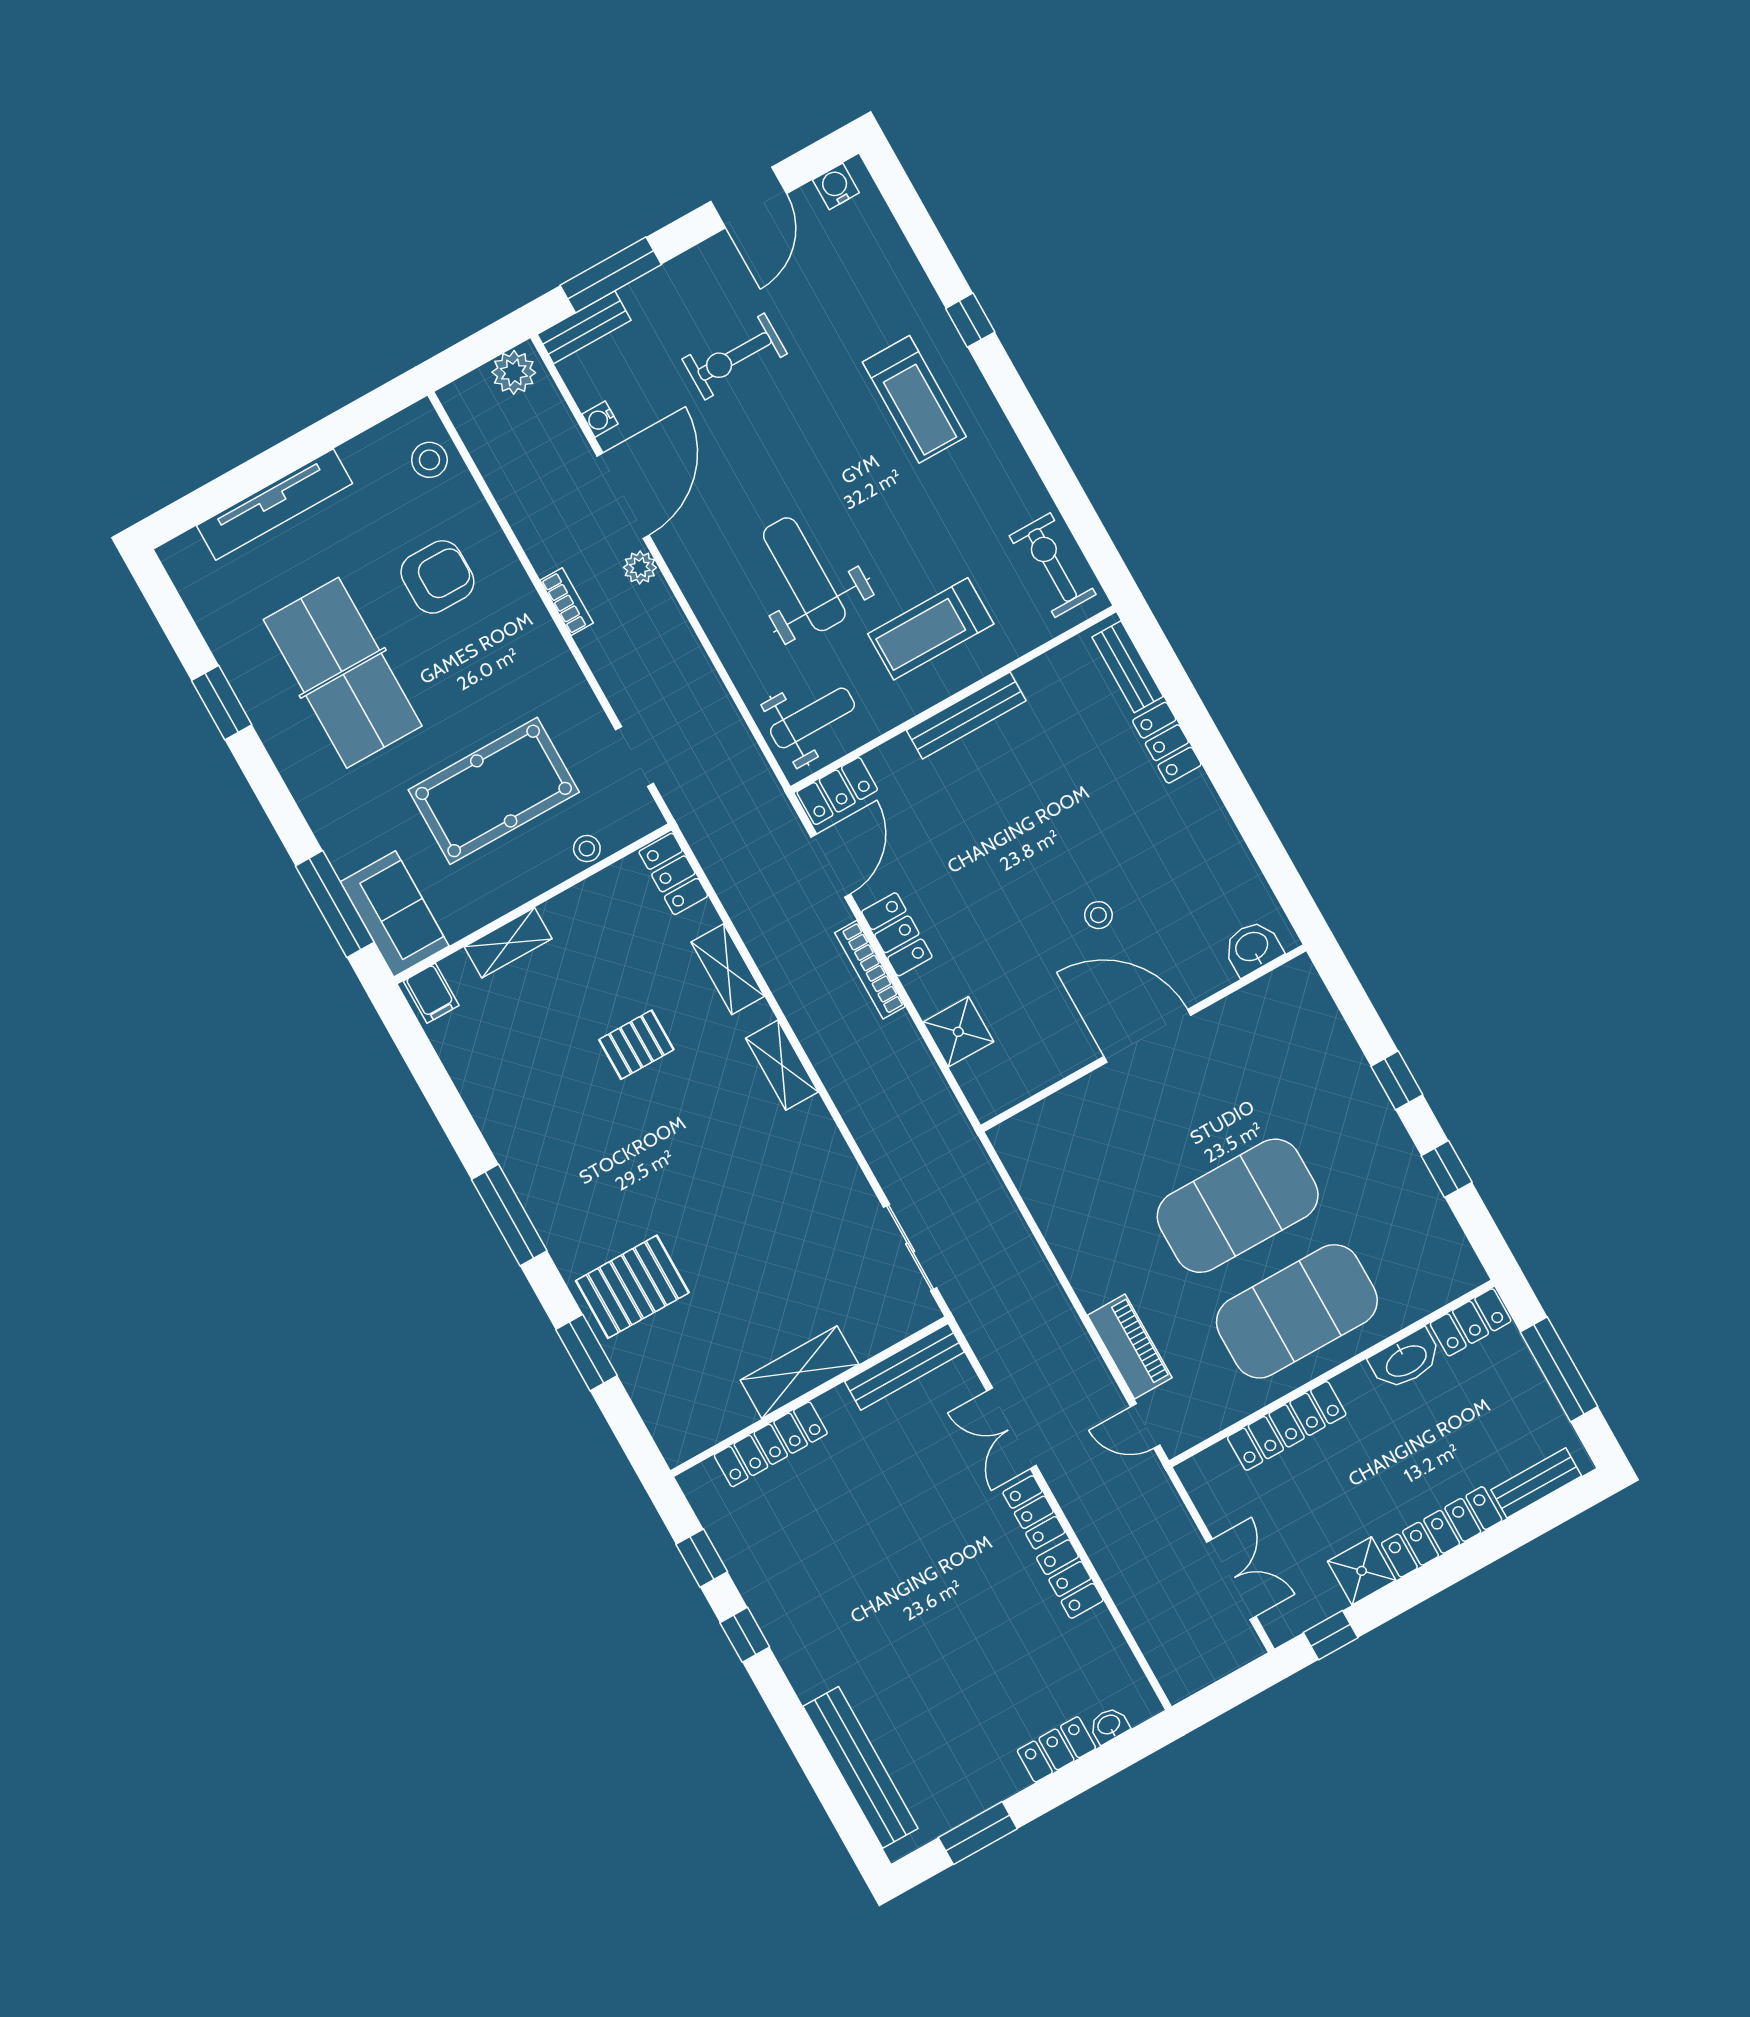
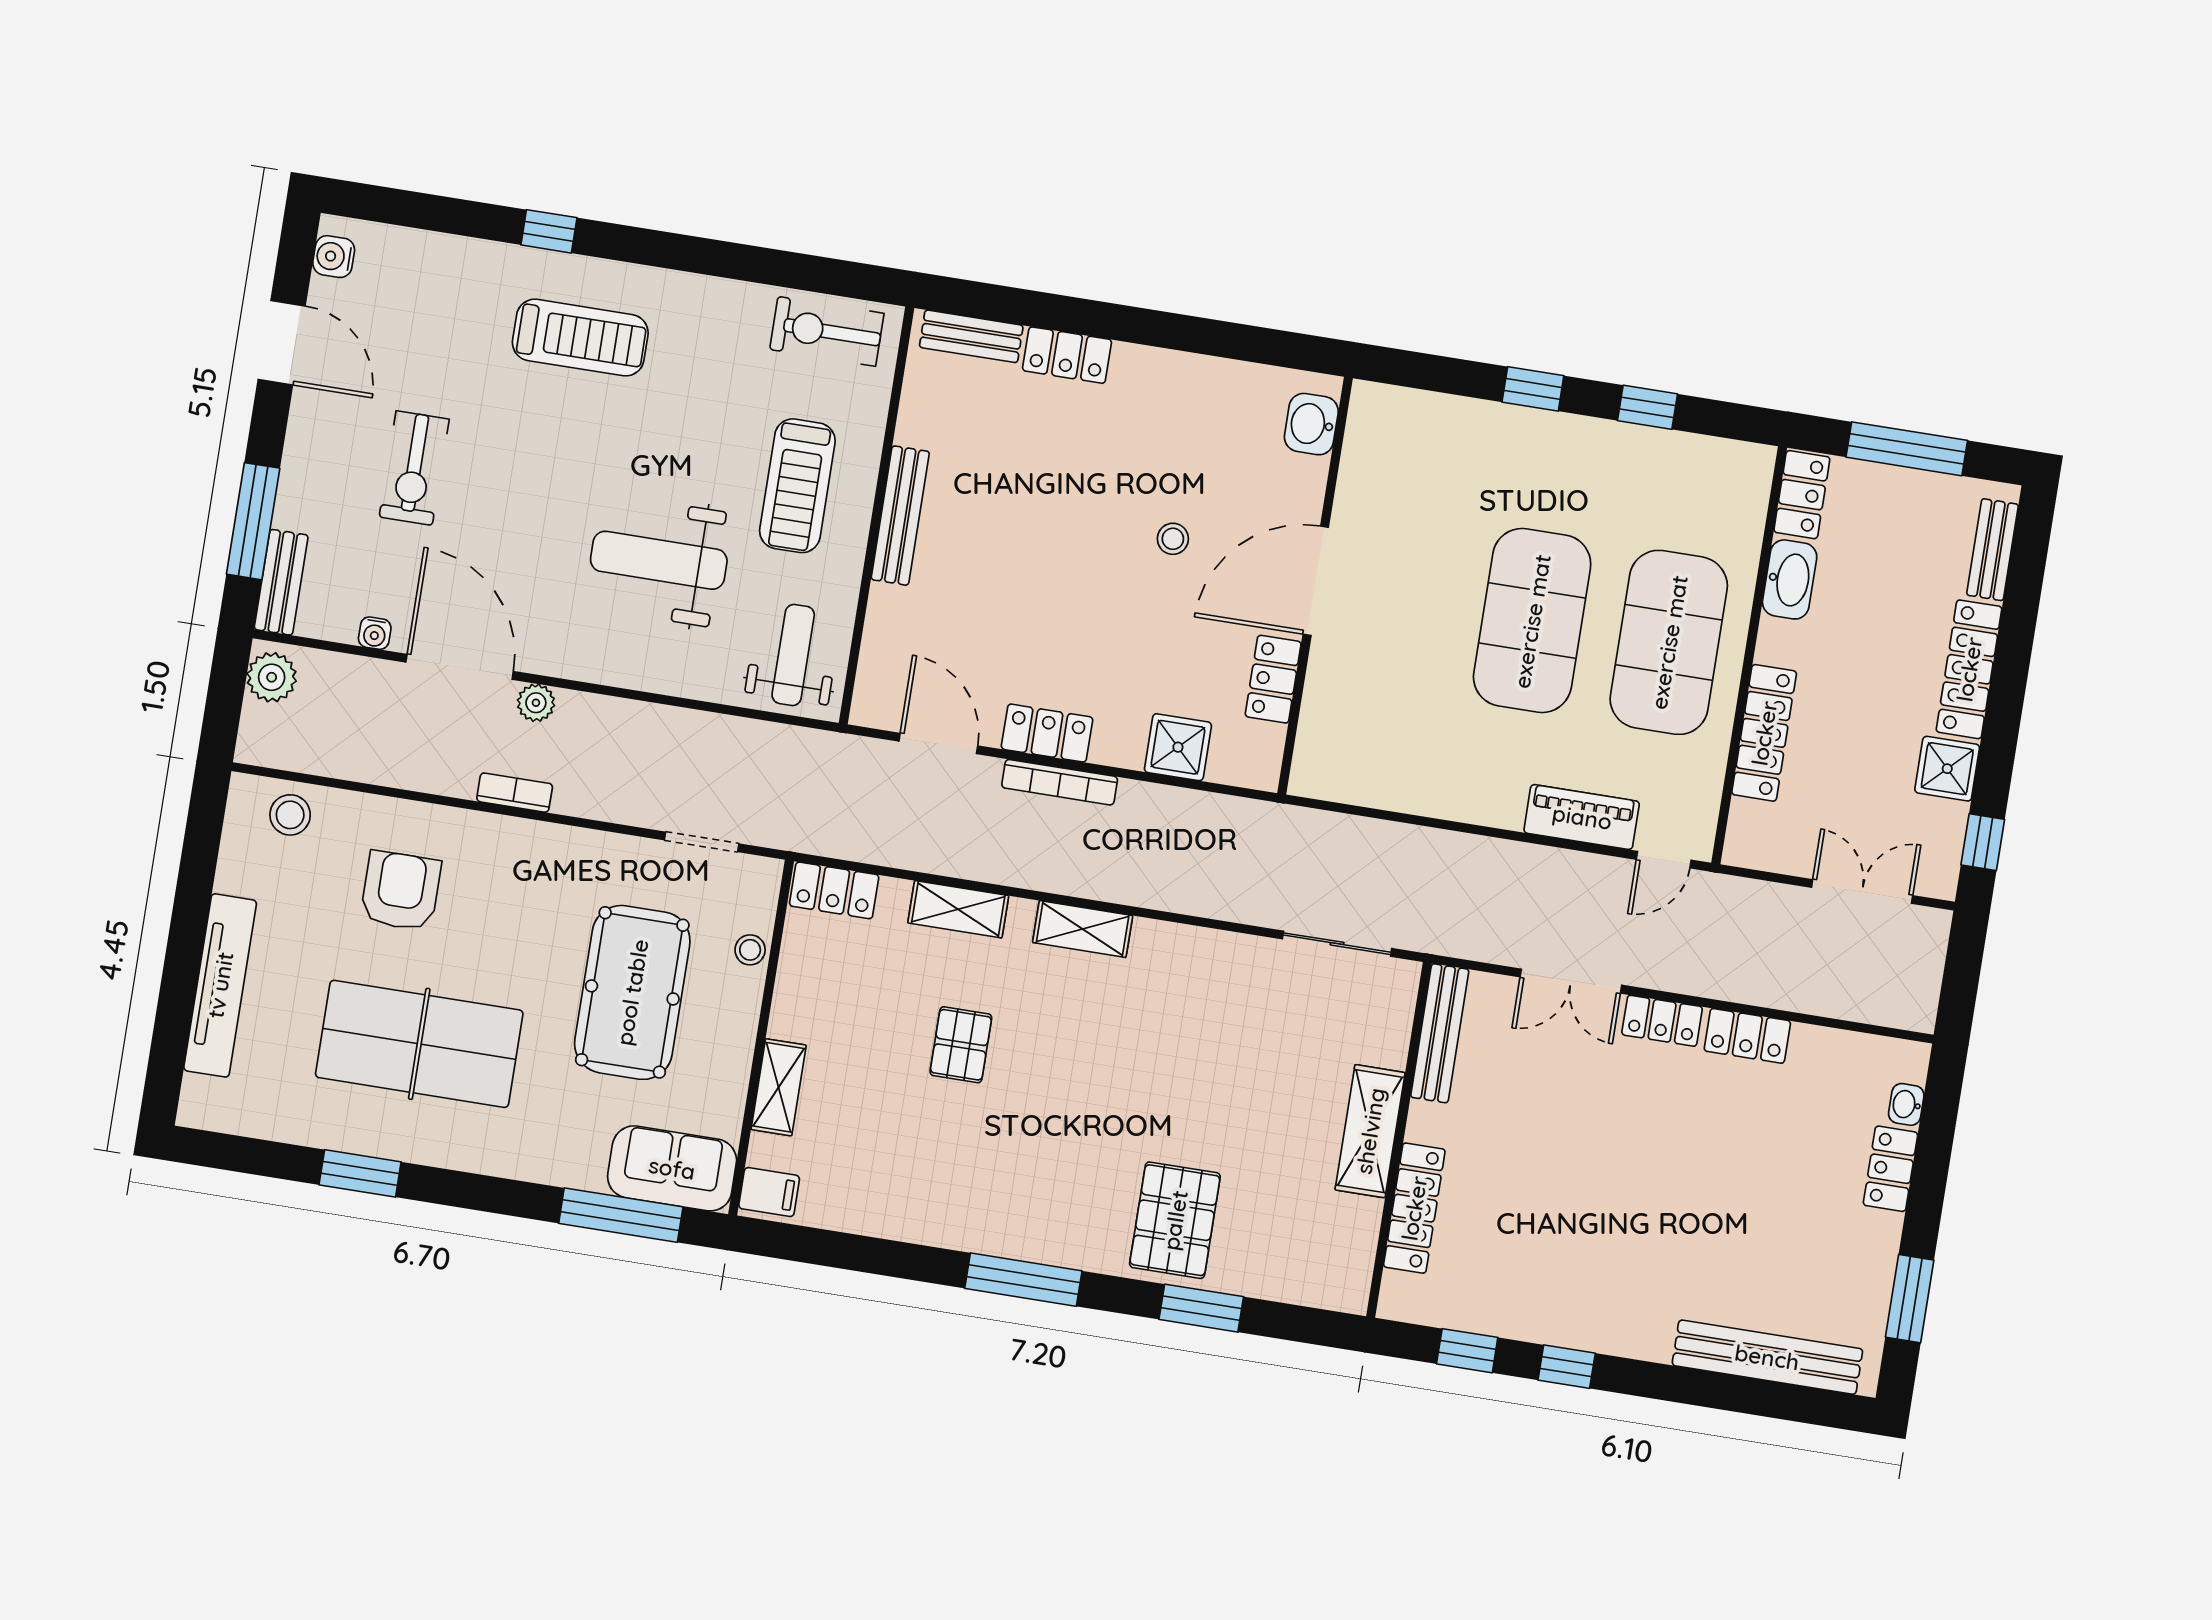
locker: (837, 791) -> (1273, 679), moved, turned 180

